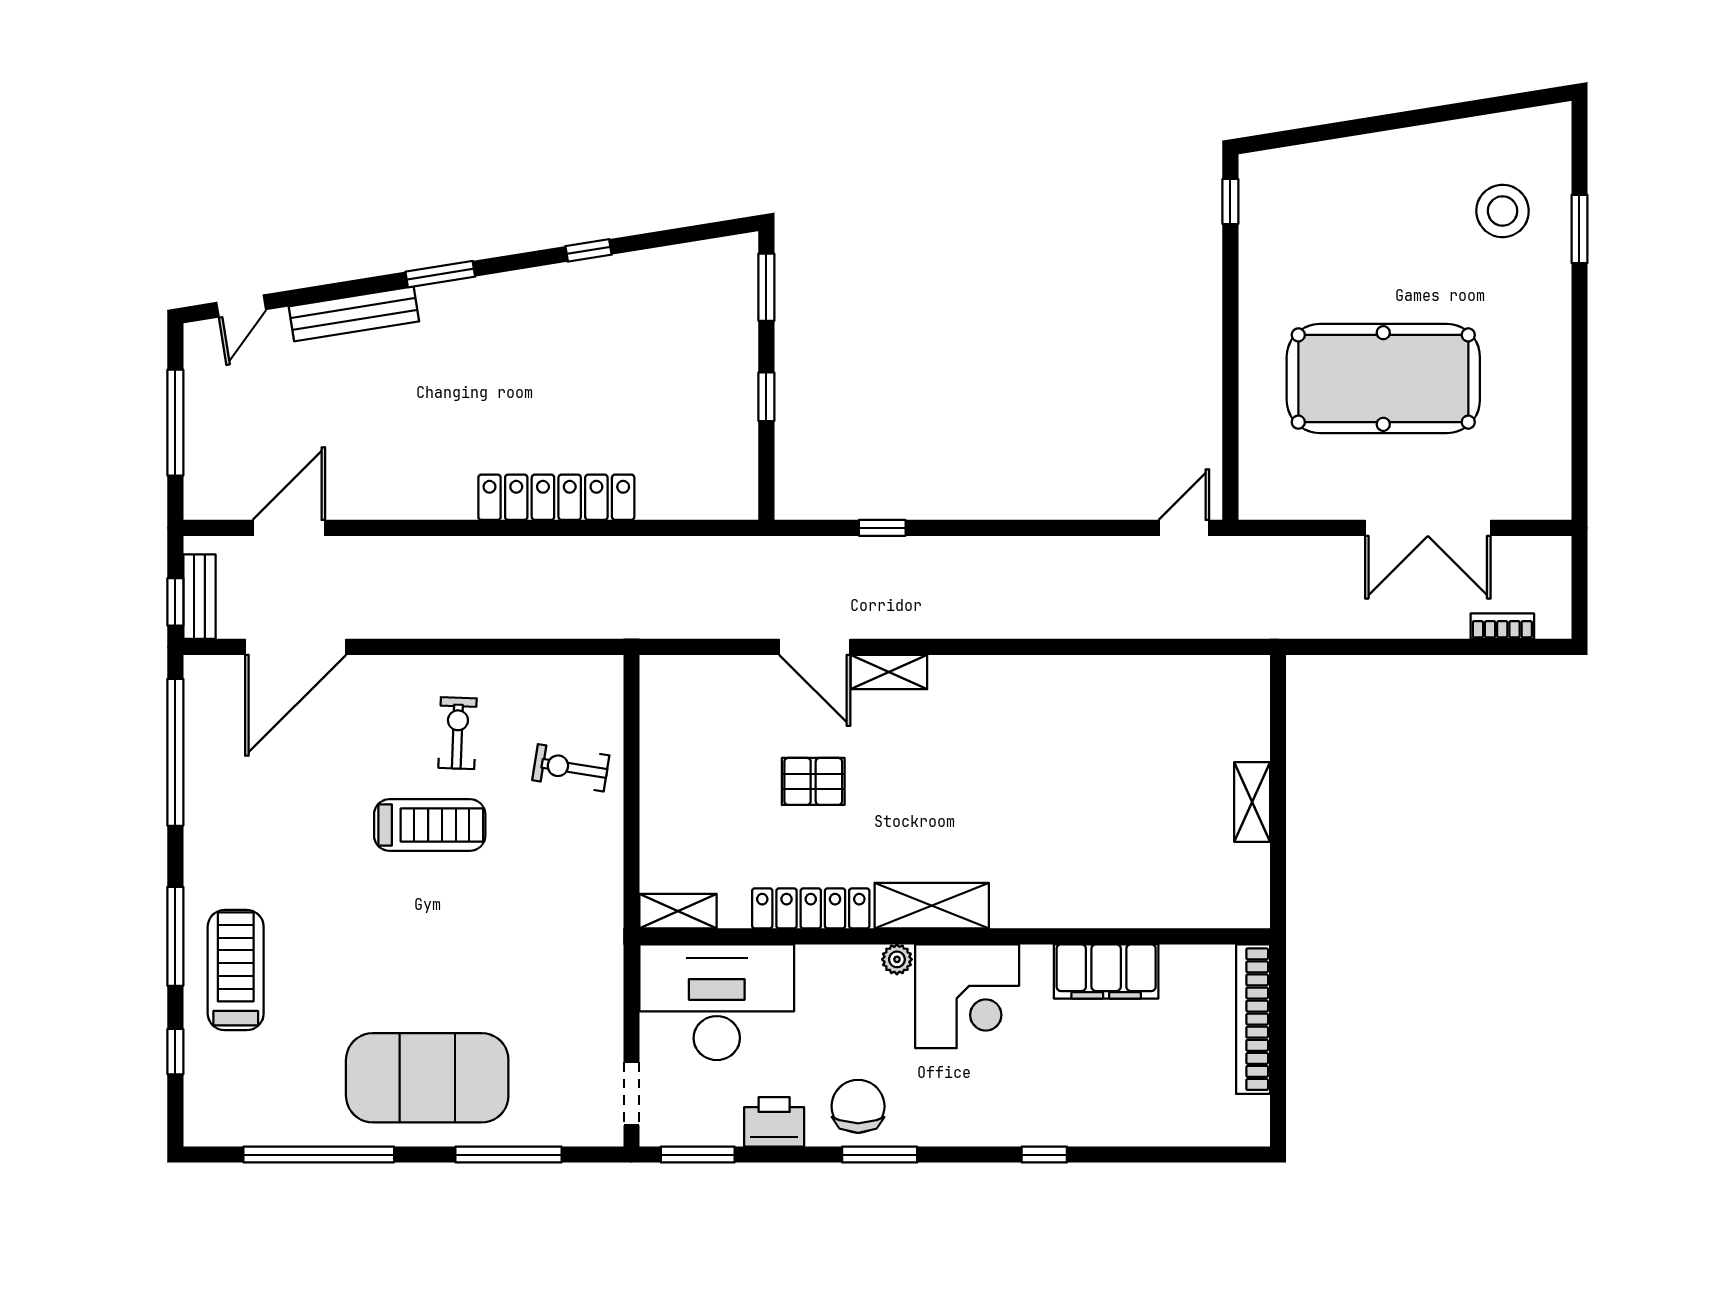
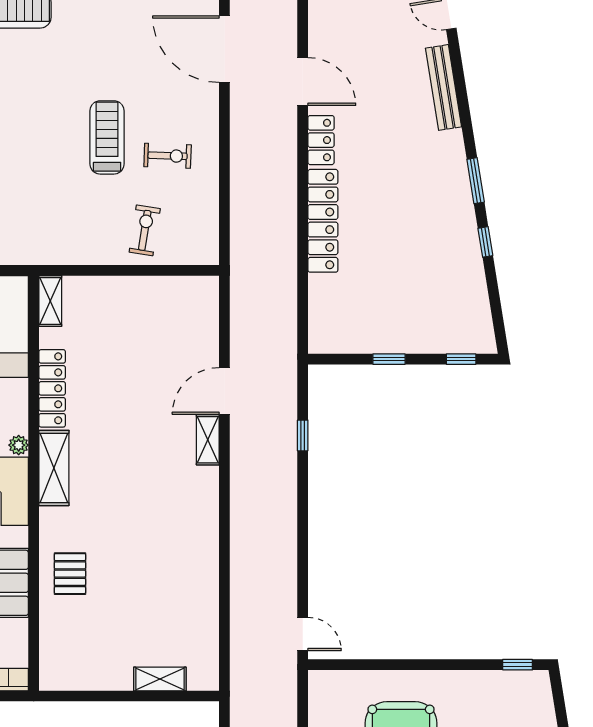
window: (440, 274) -> (476, 181), moved
window: (766, 287) -> (461, 359), width x0.67
locker: (434, 500) -> (321, 140), added
door: (289, 528) -> (303, 82), moved
pallet: (813, 781) -> (70, 574), moved
shelving: (1252, 802) -> (160, 679), moved
treadmill: (430, 825) -> (107, 137), turned 180

